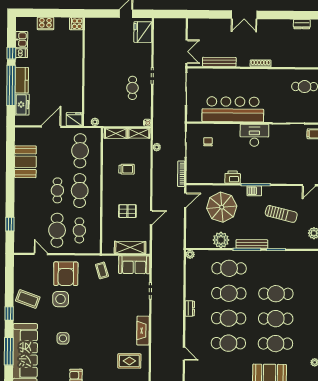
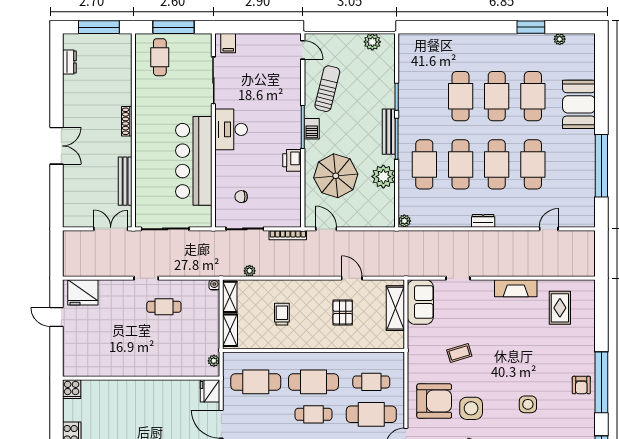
sun lounger: (281, 214) -> (327, 89), moved
coffee table: (102, 270) -> (459, 353), moved

